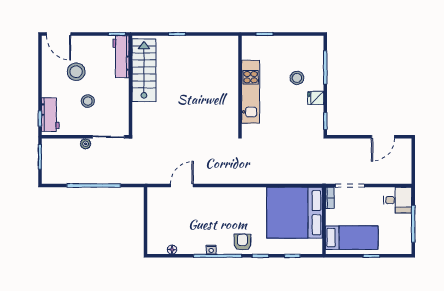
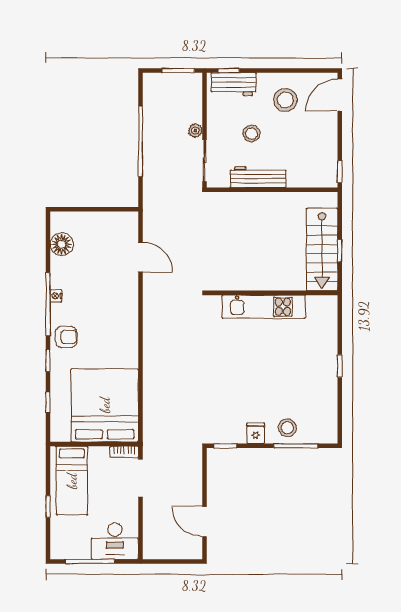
workbench: (121, 57) -> (258, 177), moved
stairs: (144, 70) -> (322, 249), moved, turned 90
stool: (76, 72) -> (285, 100), moved
stool: (297, 78) -> (287, 428), moved
wall: (240, 85) -> (272, 293), moved
kitchen unit: (251, 92) -> (264, 307), moved
desk: (398, 200) -> (115, 541), width x1.37
floor lamp: (172, 250) -> (62, 244), width x1.89, depth x1.89

